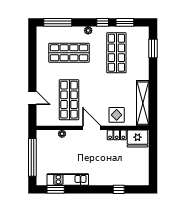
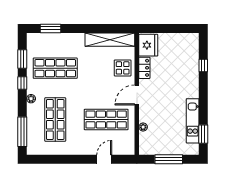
window: (32, 157) -> (169, 159), width x0.68

